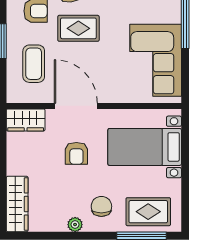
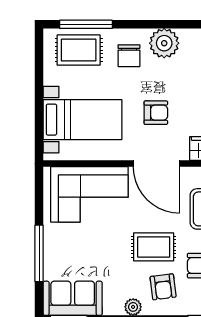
corner sofa: (156, 60) -> (89, 194), moved, turned 90
armchair: (76, 153) -> (156, 113), turned 90
plant: (75, 225) -> (164, 43), width x1.88, depth x1.88

